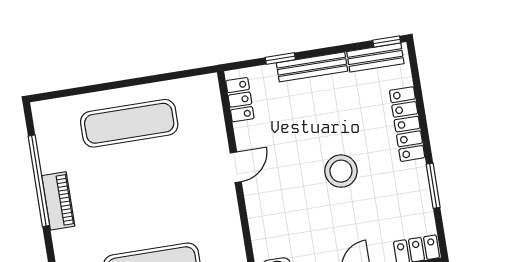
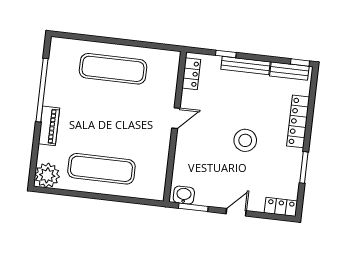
piano: (58, 201) -> (49, 126), moved

